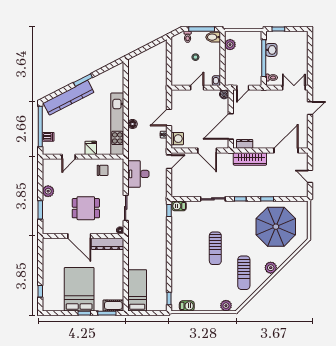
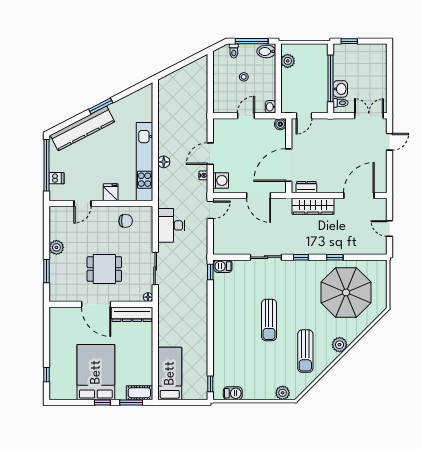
washbasin: (271, 50) -> (340, 89), moved

